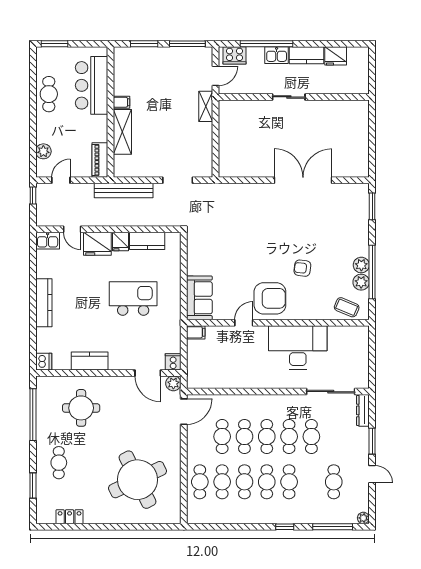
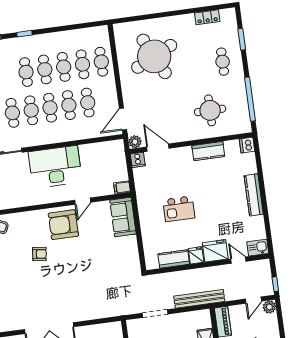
plant: (43, 151) -> (269, 307), moved
kitchen island: (133, 298) -> (179, 209), width x0.73, depth x0.78
desk: (298, 347) -> (55, 167), moved, turned 180

